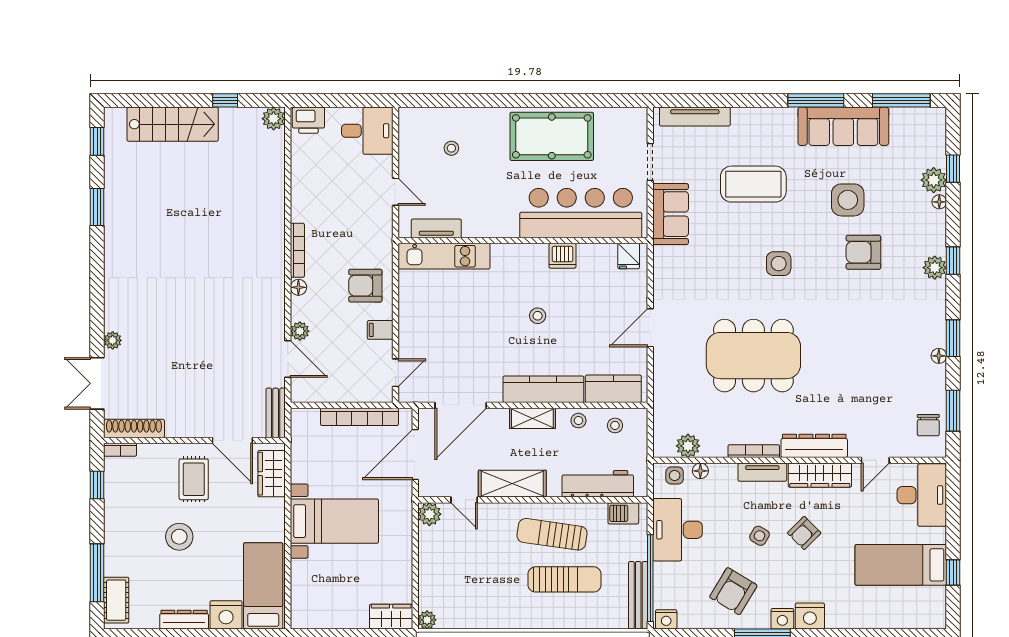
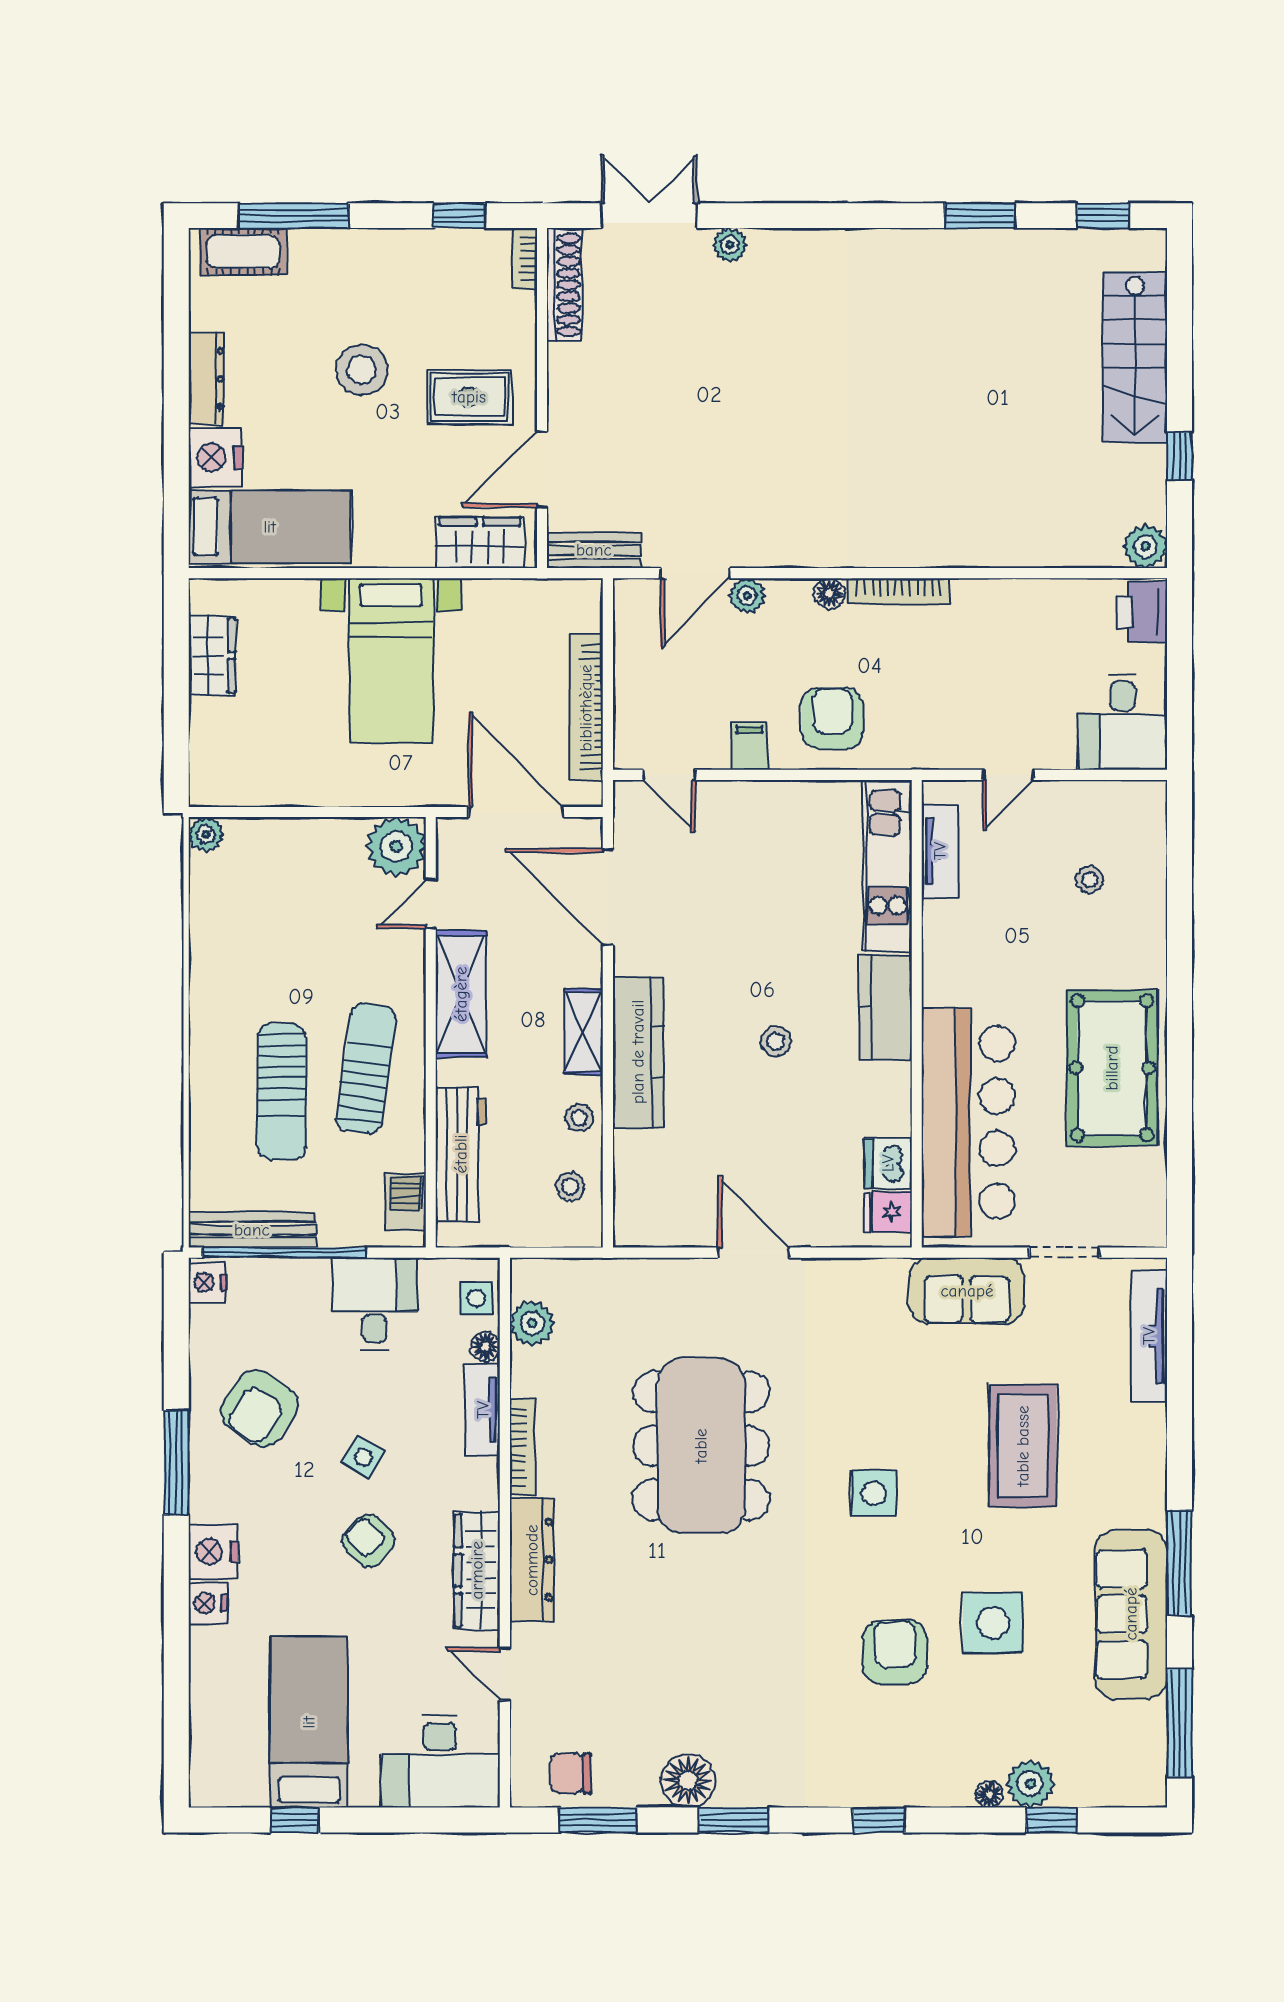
dishwasher: (562, 256) -> (888, 1163), moved
plant: (935, 268) -> (866, 1786), removed
floor lamp: (939, 356) -> (688, 1781), width x1.89, depth x1.89
kitchen counter: (613, 389) -> (886, 1007), moved, turned 180
tv unit: (762, 472) -> (483, 1410), moved
plant: (429, 514) -> (396, 847), width x1.36, depth x1.36
desk: (678, 530) -> (375, 1304), width x0.73
armchair: (733, 591) -> (260, 1408), turned -87
wardrobe: (391, 617) -> (212, 656), moved
nightstand: (782, 619) -> (208, 1603), moved

